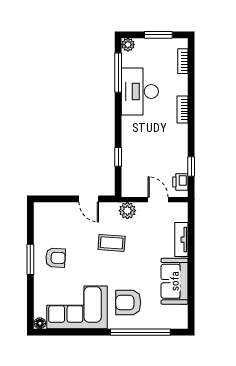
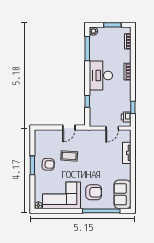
desk: (140, 92) -> (101, 76), moved
door: (89, 199) -> (69, 128), hinge flipped
door: (158, 200) -> (112, 128), swing flipped
plant: (127, 211) -> (93, 135), removed
coffee table: (112, 243) -> (69, 156), moved
sofa: (175, 281) -> (123, 194), moved
armchair: (128, 302) -> (94, 192), turned 180

